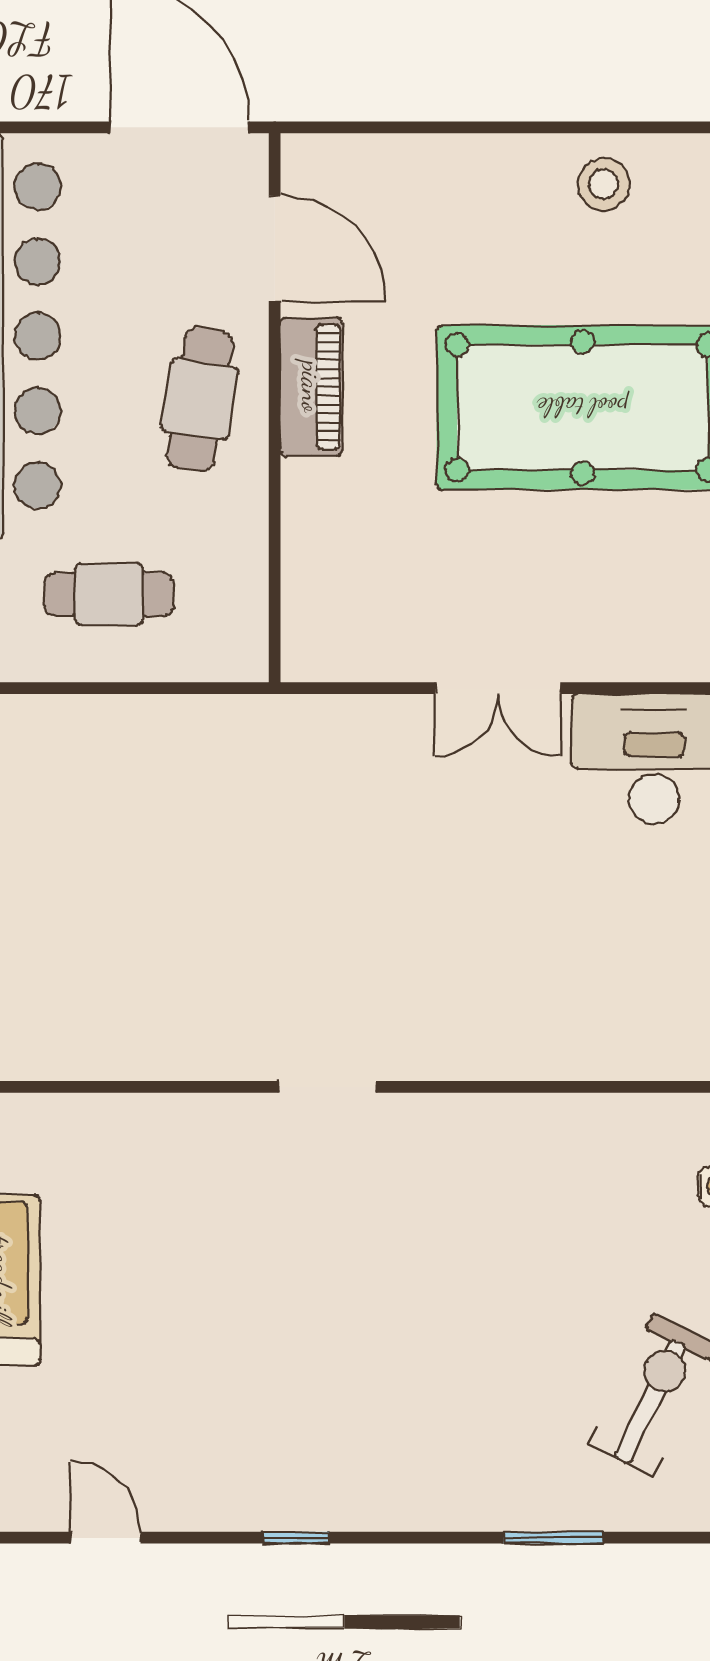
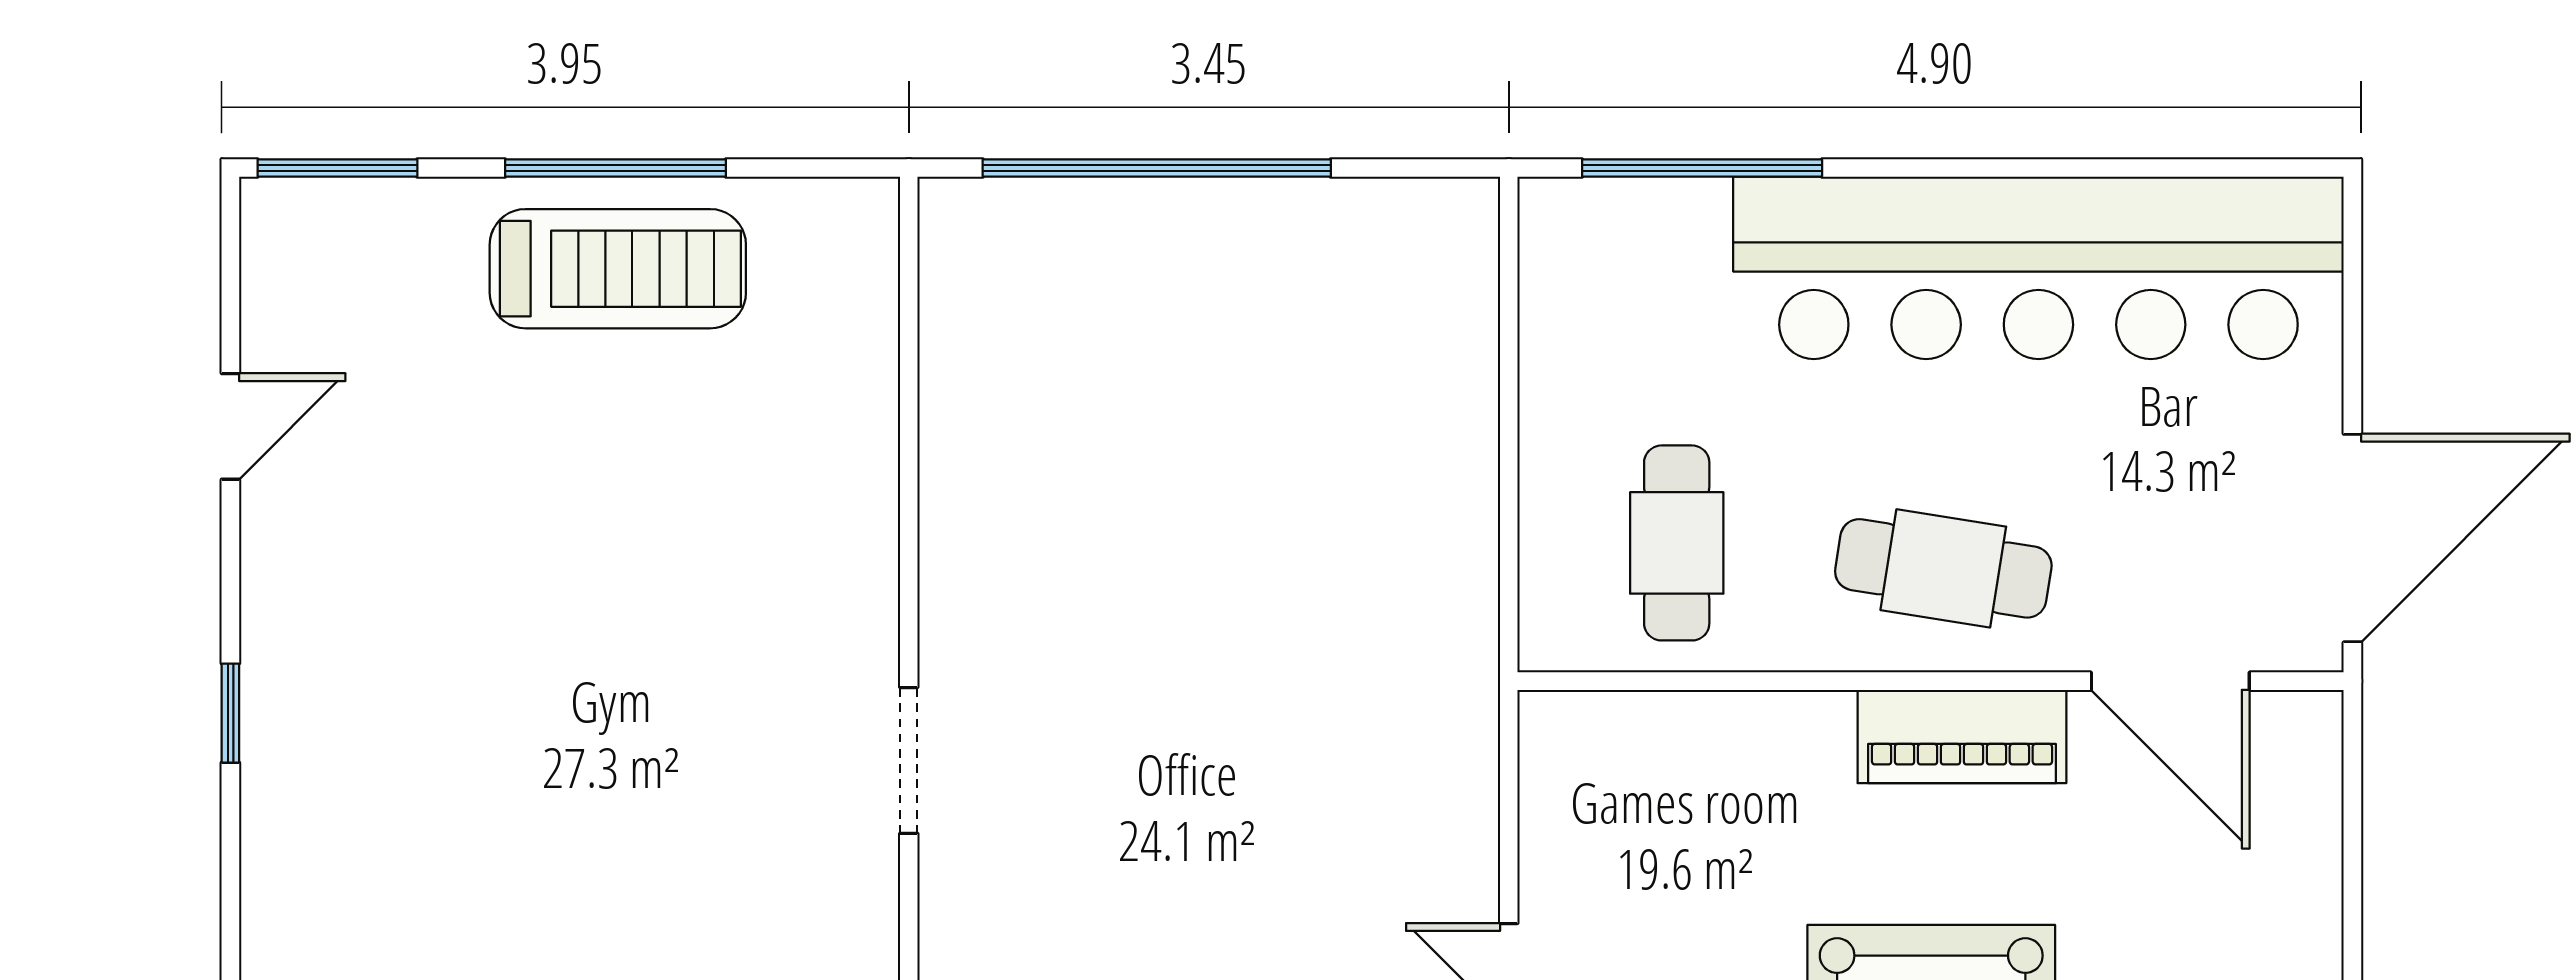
door: (275, 248) -> (2170, 681), hinge flipped
cafe table: (109, 594) -> (1677, 543), moved

